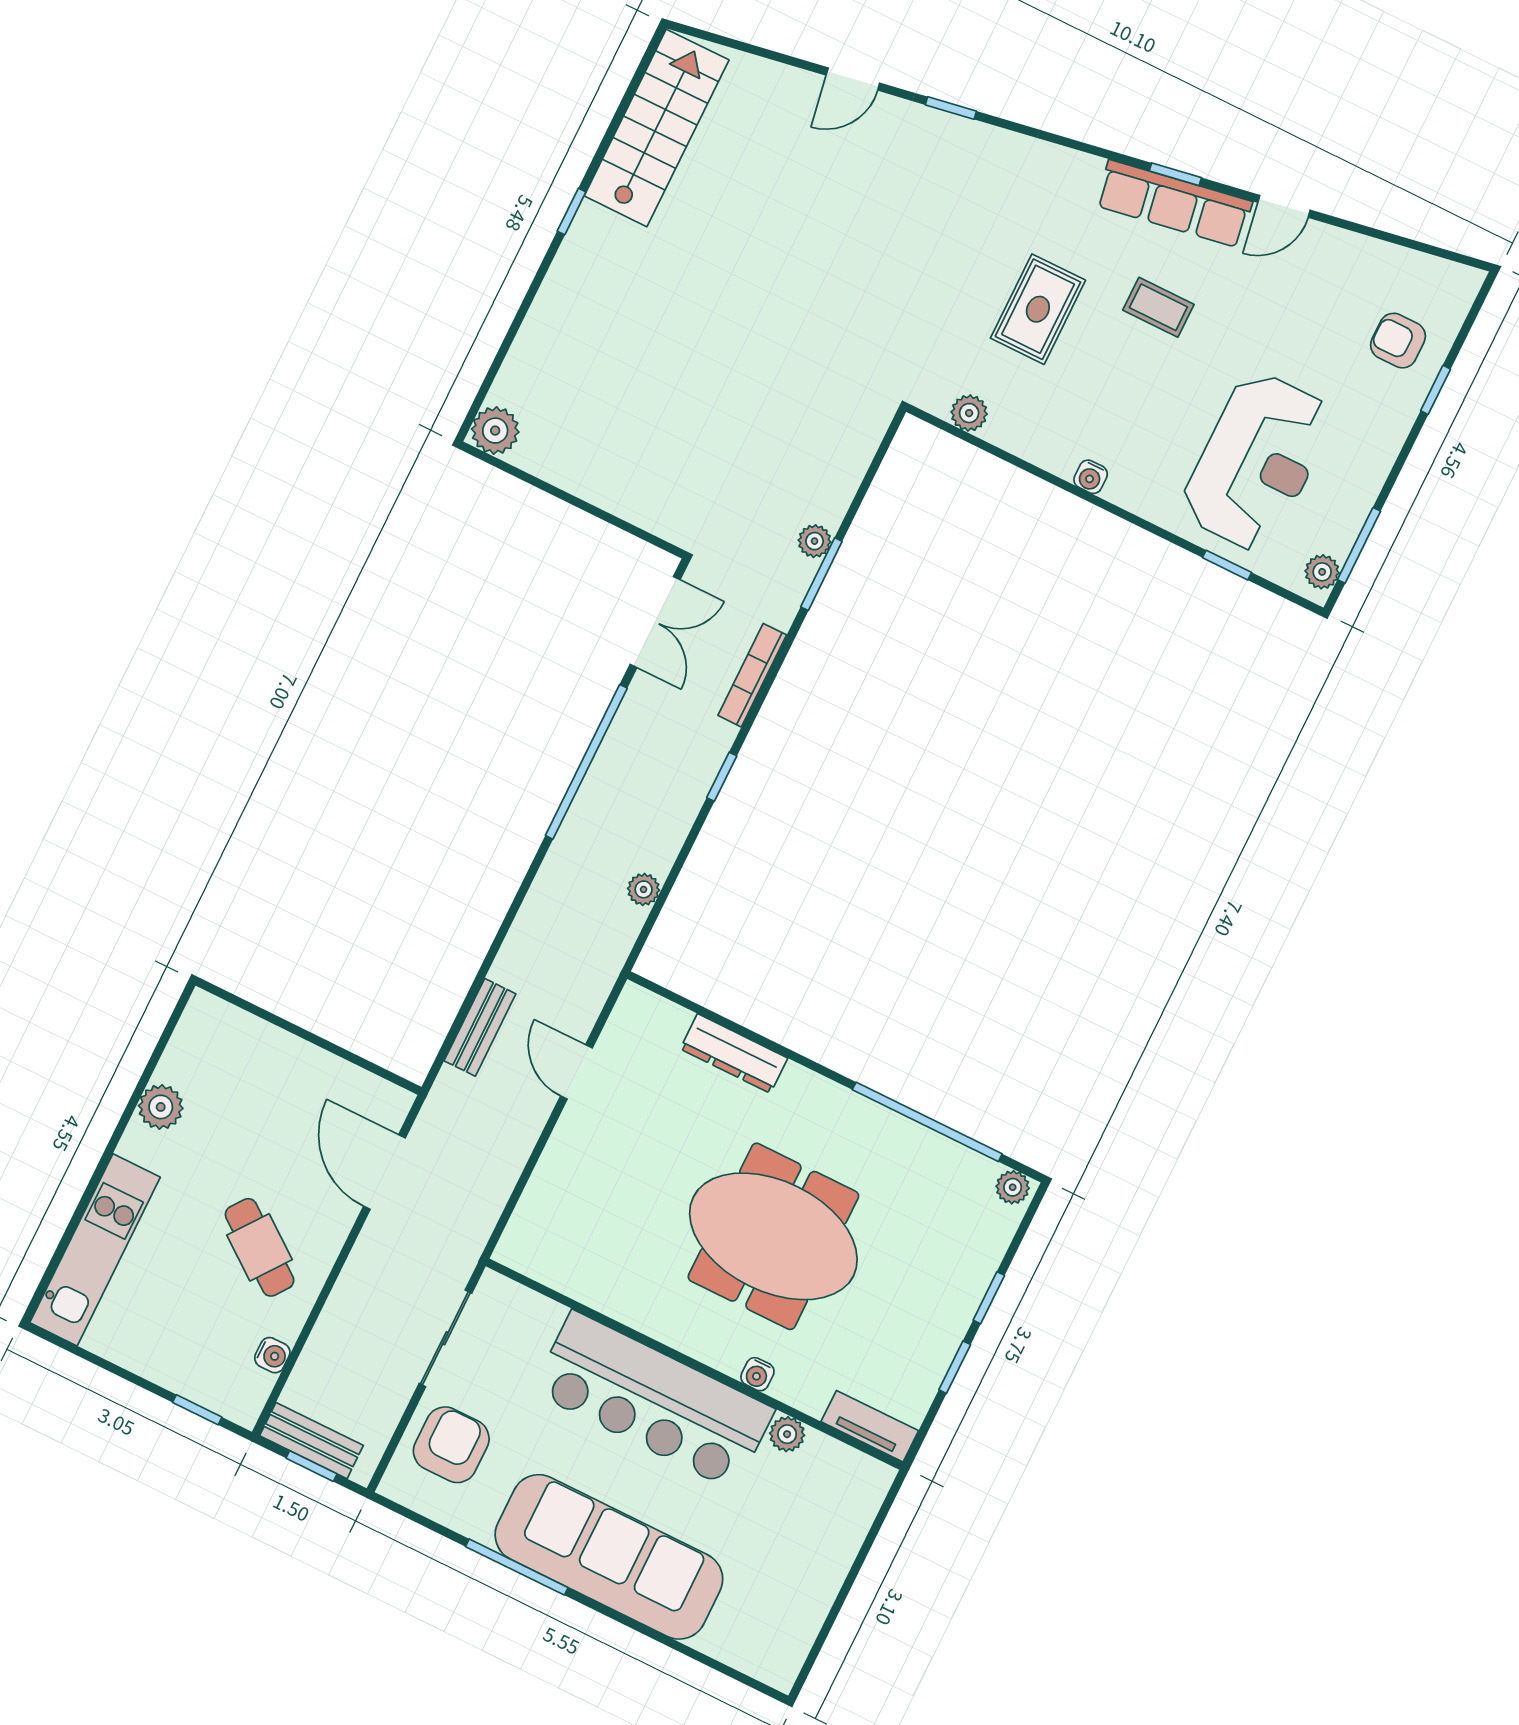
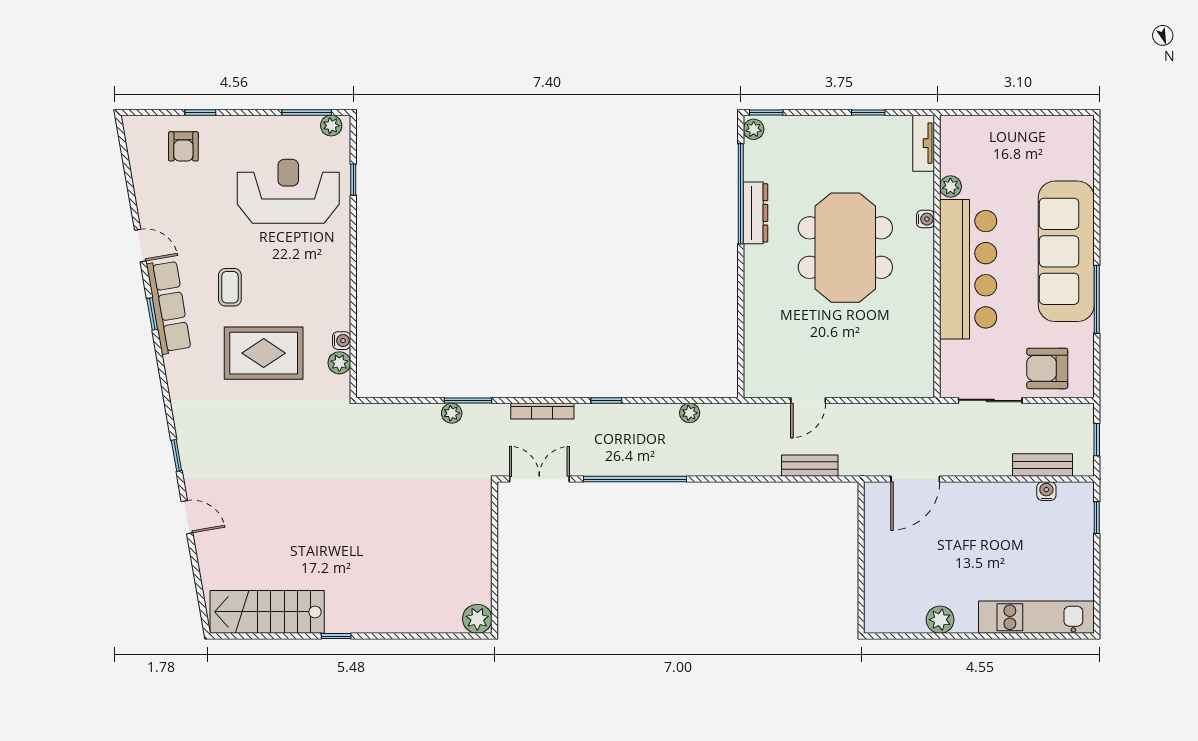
rug: (1038, 309) -> (264, 353), width x1.36, depth x1.43
water cooler: (1091, 477) -> (342, 341), moved
dresser: (734, 1053) -> (755, 213), moved
cafe table: (260, 1247) -> (991, 527), removed
window: (989, 1298) -> (766, 112), moved
bench: (311, 1441) -> (1042, 465), moved, turned 90

